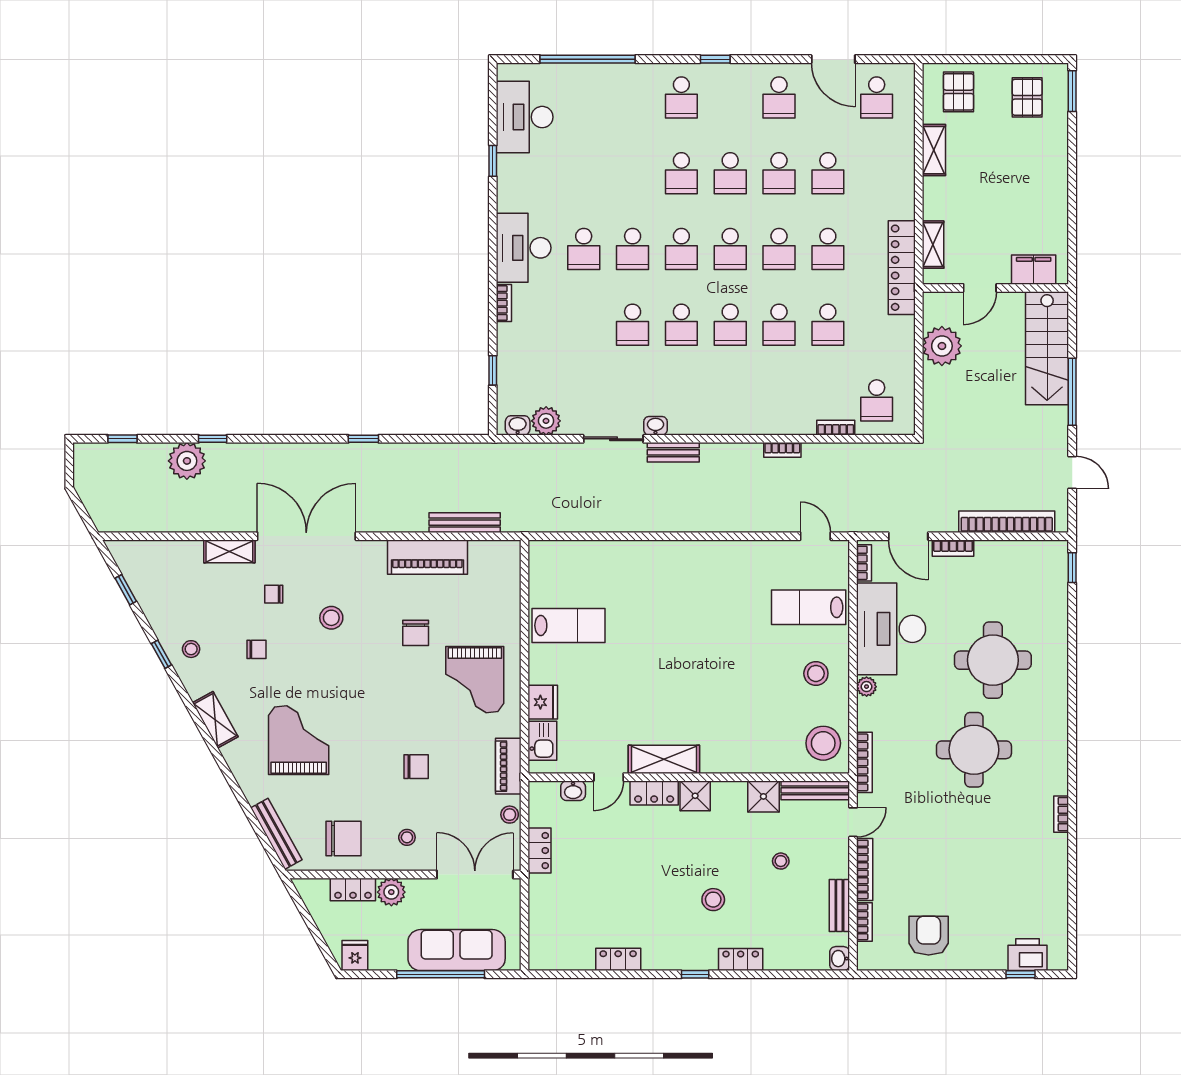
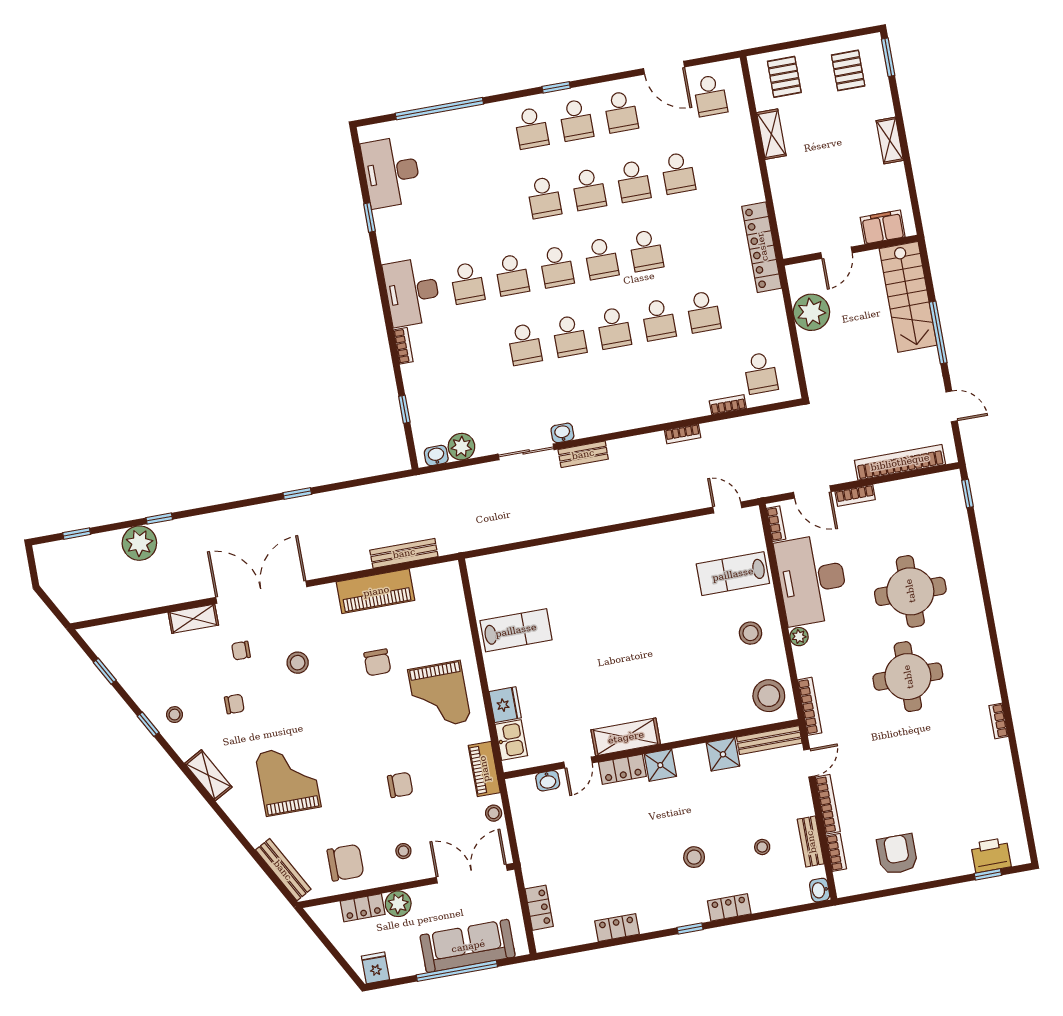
shelving: (933, 245) -> (890, 140), moved
school desk: (828, 249) -> (576, 120), moved
locker: (540, 851) -> (539, 908), moved
stool: (781, 861) -> (762, 847), moved

